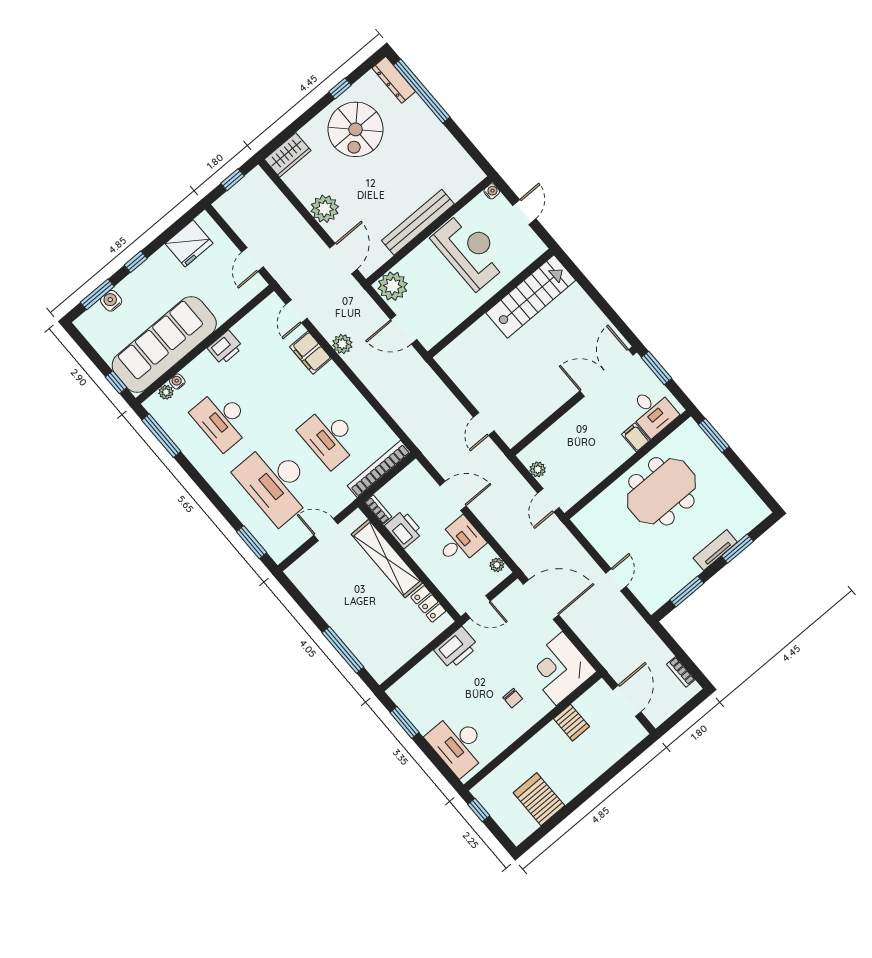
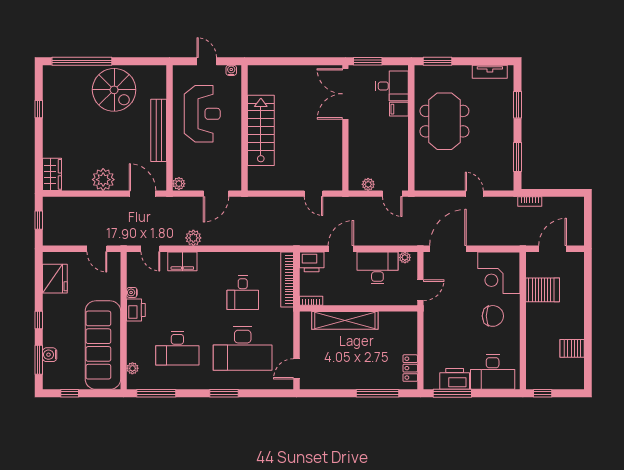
dresser: (394, 80) -> (61, 72), removed
spiral stairs: (356, 129) -> (114, 90), moved
water cooler: (492, 191) -> (231, 70), moved
reception desk: (470, 251) -> (202, 114), turned 90
plant: (393, 286) -> (179, 184), width x0.53, depth x0.53
stairs: (531, 296) -> (261, 130), moved
window: (116, 382) -> (70, 393), moved
water cooler: (177, 382) -> (132, 292), moved
desk: (330, 437) -> (243, 293), width x0.73
printer: (404, 529) -> (312, 262), moved, turned 180
door: (326, 530) -> (296, 369), moved
window: (252, 542) -> (224, 393), moved
desk: (460, 542) -> (377, 268), width x1.37
tv unit: (715, 550) -> (490, 72), moved, turned -90
locker: (428, 604) -> (410, 368), moved, turned 90
printer: (456, 648) -> (455, 379), moved, turned -90
bookcase: (681, 672) -> (530, 201), moved
chair: (513, 698) -> (493, 316), width x1.87, depth x1.87
door: (627, 701) -> (553, 249), hinge flipped
window: (404, 722) -> (452, 393), width x1.44
server rack: (572, 723) -> (543, 290), width x1.36, depth x1.44
server rack: (539, 799) -> (572, 348), width x0.73, depth x0.70

